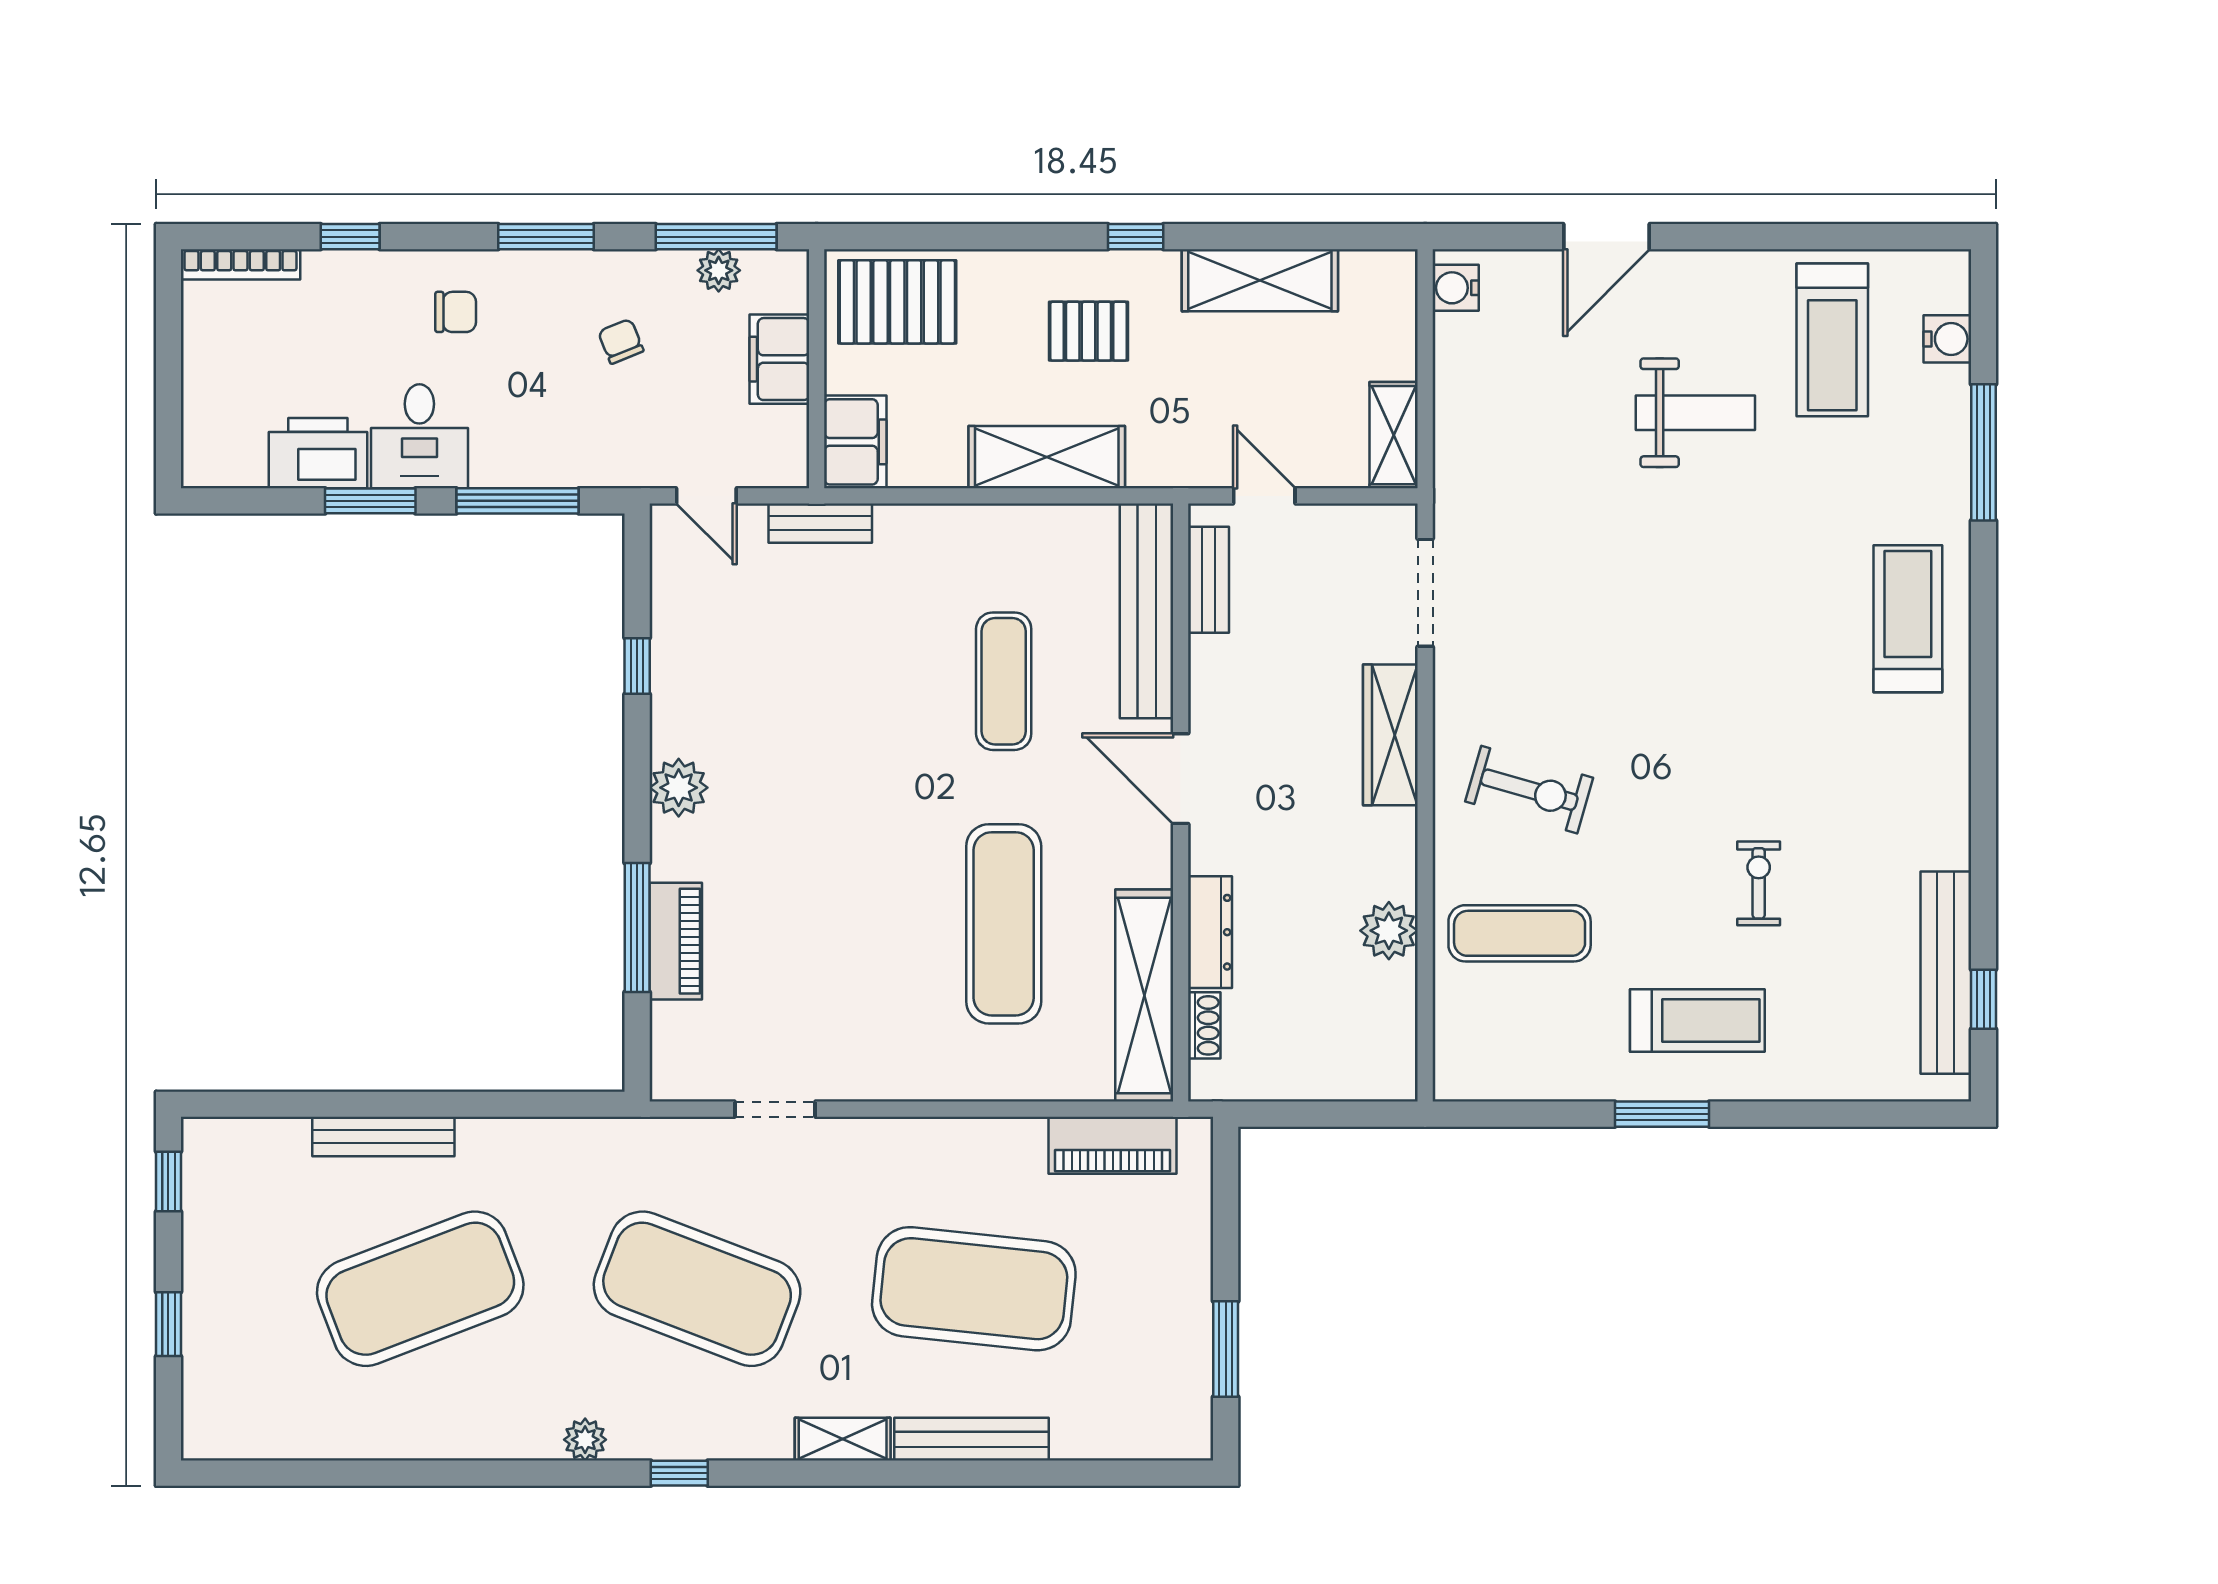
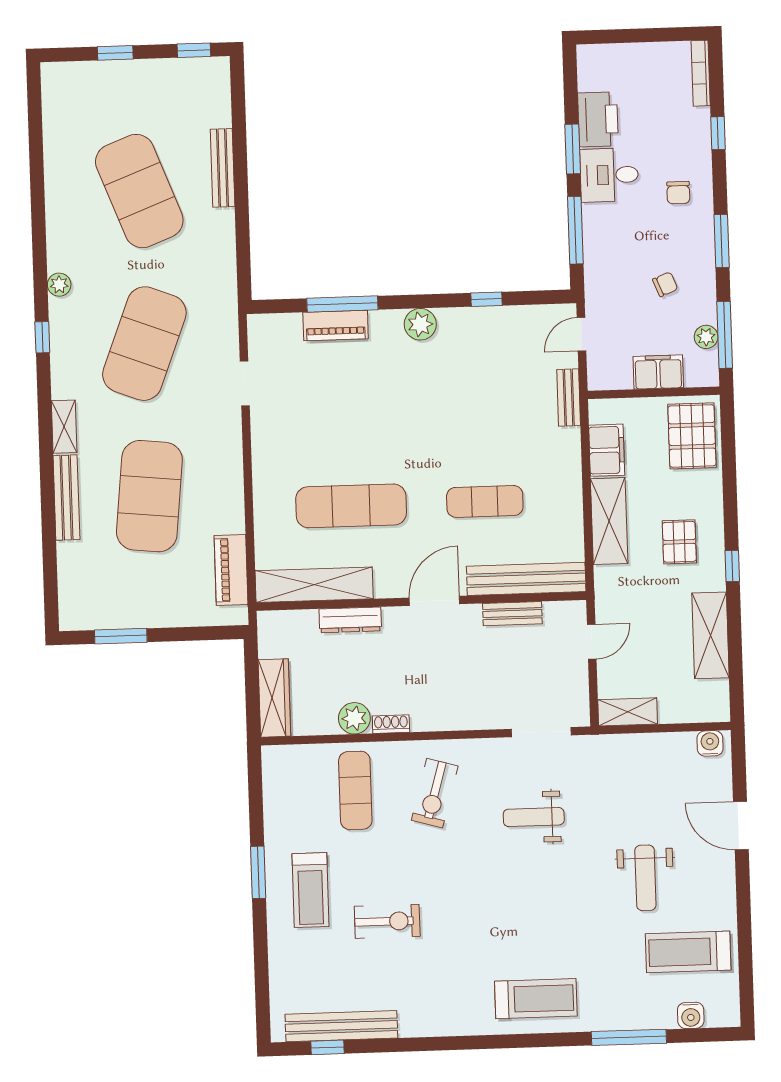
filing cabinet: (855, 442) -> (607, 450), moved, turned -90
bench: (1209, 580) -> (512, 614), moved
weight bench: (1579, 612) -> (534, 817), added
wardrobe: (1390, 735) -> (274, 698), moved, turned 90
exercise bike: (1759, 883) -> (387, 921), width x1.38, depth x1.39
shoe rack: (1204, 1025) -> (391, 724), moved, turned 180

